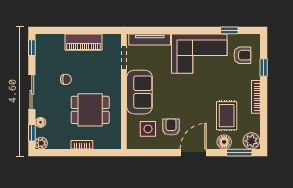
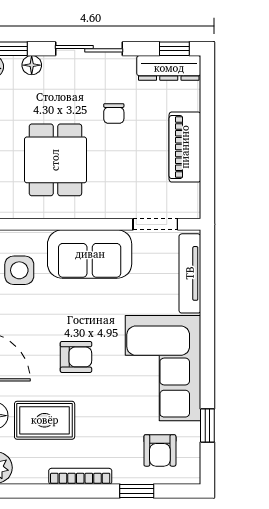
dresser: (42, 51) -> (169, 68), added
armchair: (171, 127) -> (76, 357), moved

